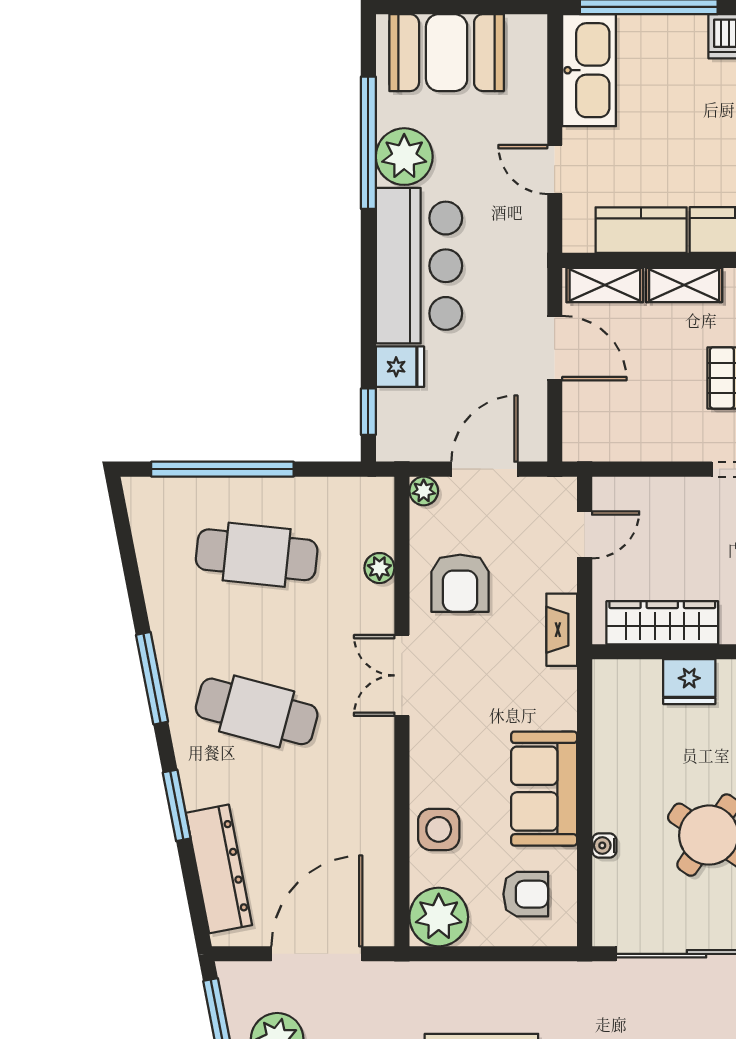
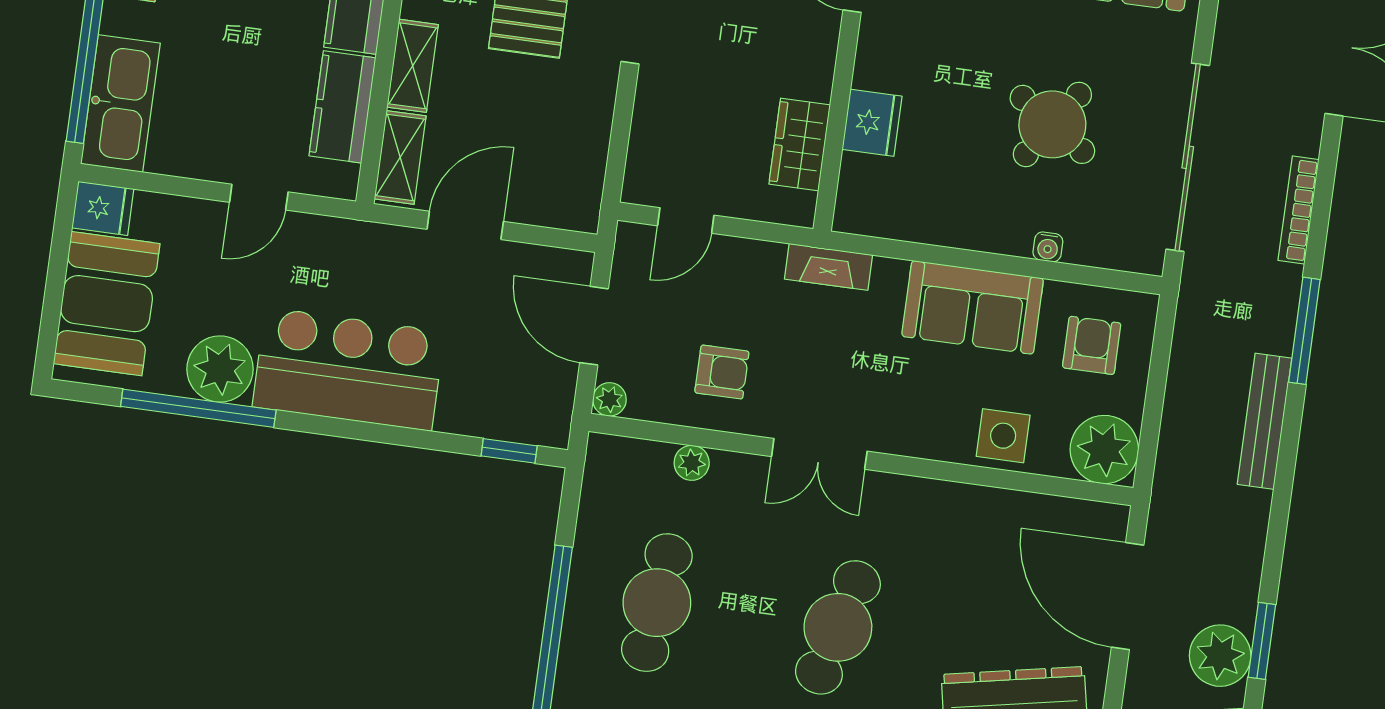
kitchen sink: (589, 70) -> (120, 103), moved, turned 90
fridge: (400, 367) -> (103, 208), moved, turned 90
door: (585, 535) -> (686, 220), swing flipped
armchair: (460, 583) -> (722, 372), width x0.72, depth x0.72
wardrobe: (662, 623) -> (800, 144), width x0.67
fireplace: (562, 630) -> (829, 267), moved

